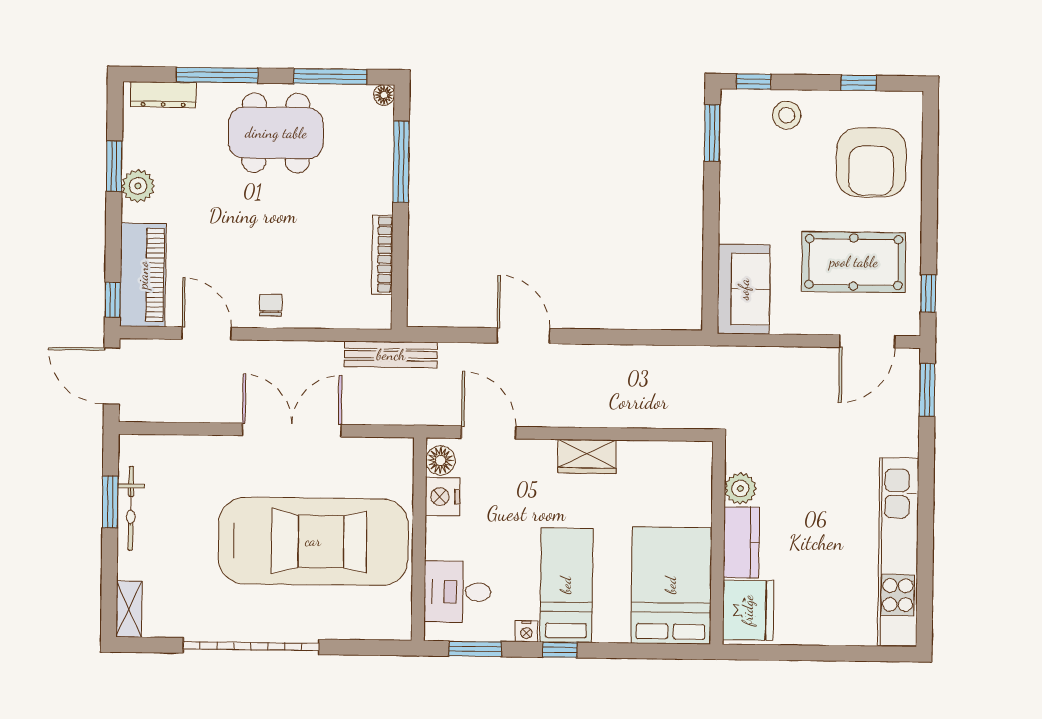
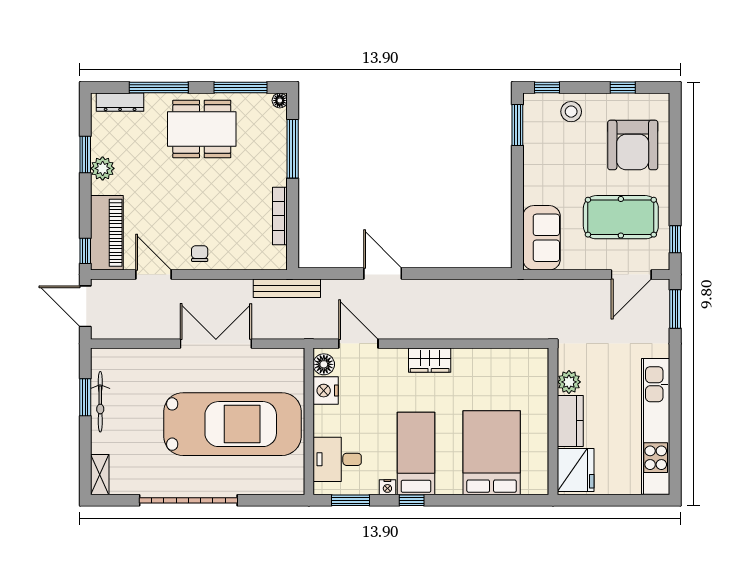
plant: (740, 488) -> (569, 382), moved
kitchen counter: (741, 542) -> (570, 421), moved
wall: (718, 543) -> (553, 421), moved
fridge: (748, 610) -> (576, 470), moved

